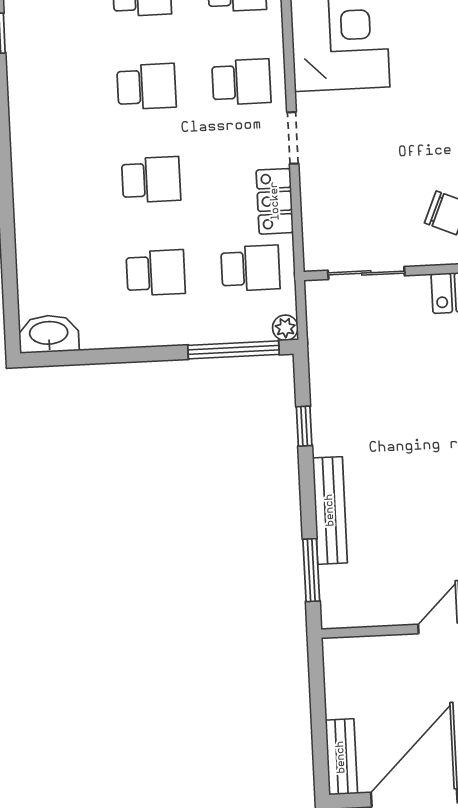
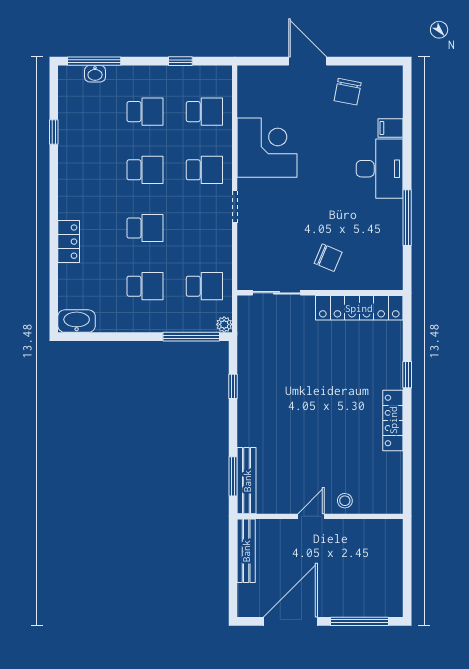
locker: (275, 201) -> (69, 242), moved, turned 180
bench: (330, 510) -> (247, 481), moved
bench: (341, 757) -> (246, 551), moved, width x1.36

